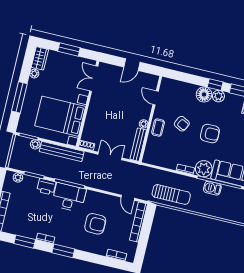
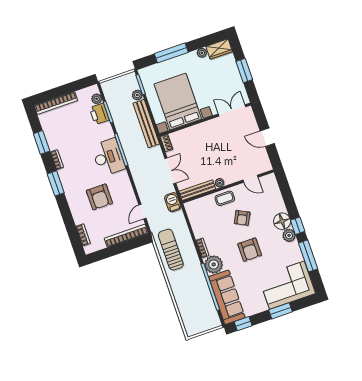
door: (156, 98) -> (250, 179), swing flipped
printer: (46, 187) -> (99, 114), moved
barbecue: (212, 188) -> (173, 202), moved
sun lounger: (171, 194) -> (171, 250), turned 180

